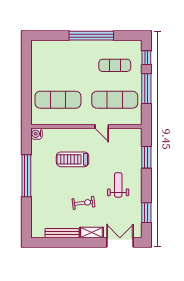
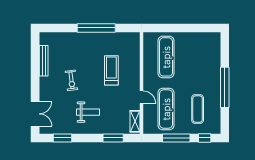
door: (102, 126) -> (141, 97), swing flipped
water cooler: (37, 134) -> (135, 37), removed
shelving: (92, 233) -> (135, 121), moved

